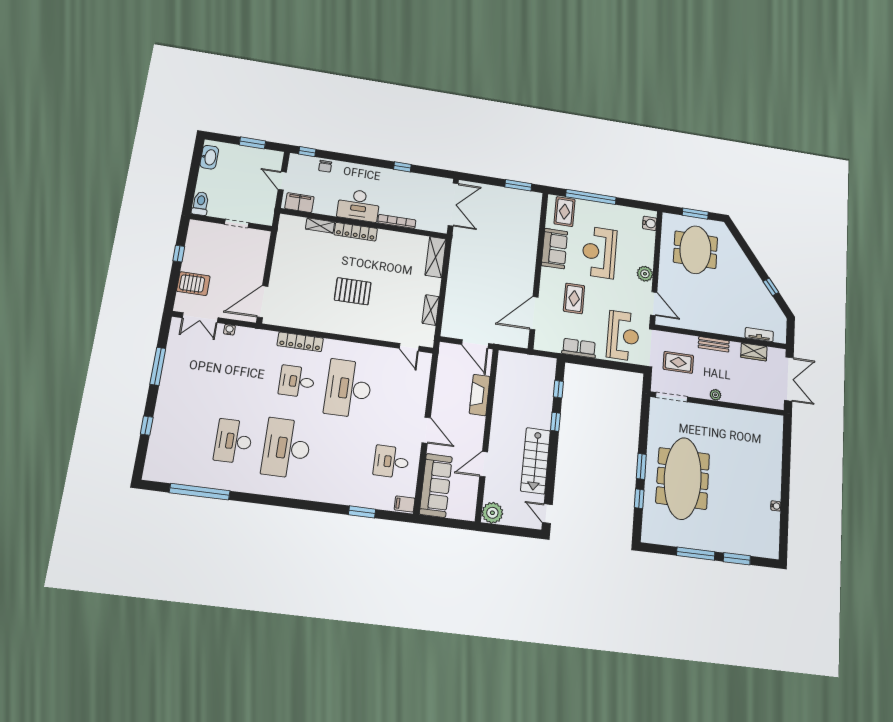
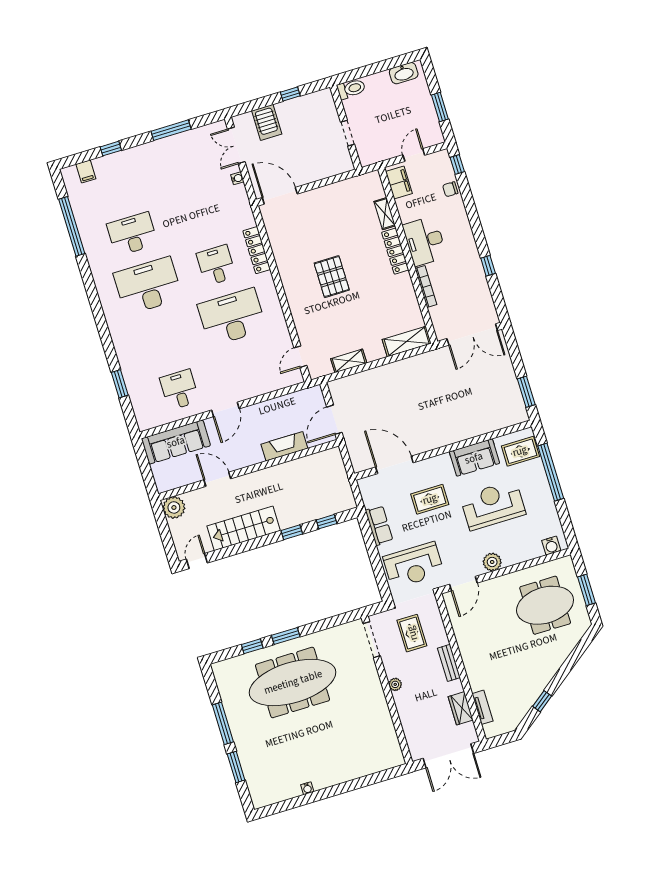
filing cabinet: (405, 504) -> (86, 171), moved, turned 180

